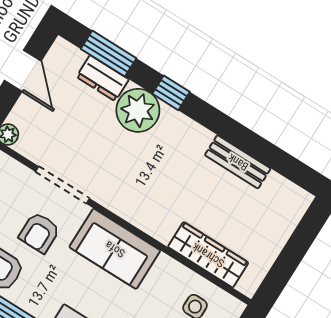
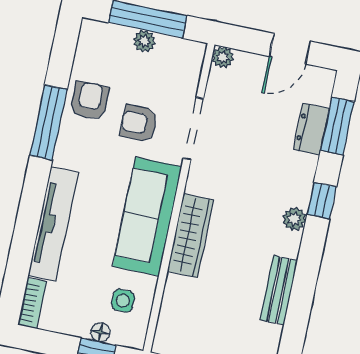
plant: (138, 110) -> (294, 219), moved, width x0.53, depth x0.53
sofa: (115, 249) -> (147, 217), width x1.36
wardrobe: (208, 255) -> (190, 236), moved

